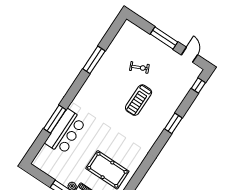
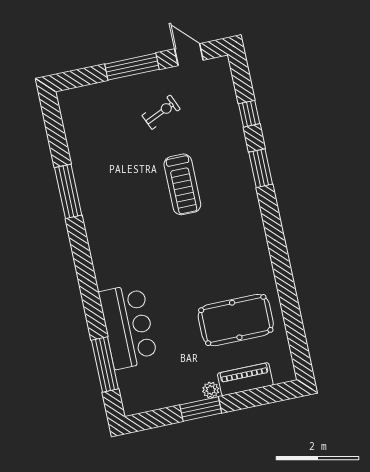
exercise bike: (139, 67) -> (161, 112), moved
window: (198, 86) -> (249, 114), moved
window: (55, 119) -> (105, 365), moved

